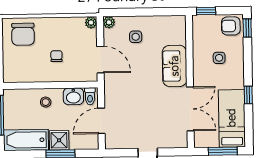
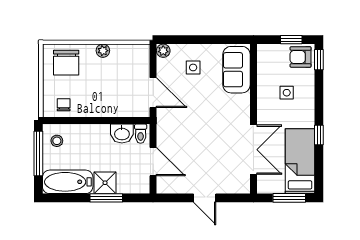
window: (206, 11) -> (291, 40), moved
plant: (91, 23) -> (103, 51), moved
chair: (56, 56) -> (64, 105), moved
sofa: (175, 66) -> (236, 70), moved
stool: (46, 102) -> (57, 141), moved
door: (101, 121) -> (153, 162), swing flipped

